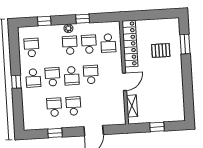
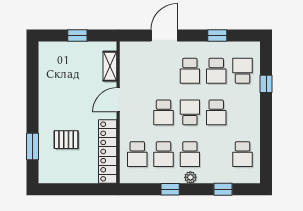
school desk: (108, 43) -> (137, 154), turned 180
school desk: (33, 78) -> (242, 71), moved
window: (16, 82) -> (266, 84), moved

